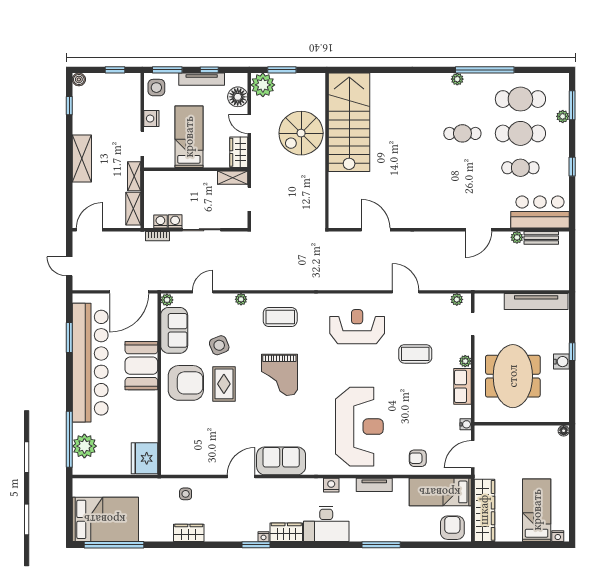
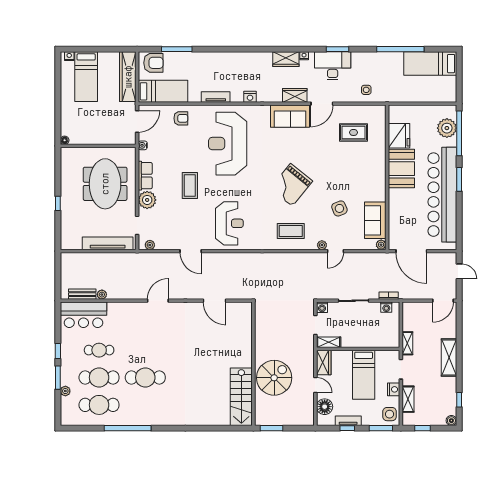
window: (282, 70) -> (272, 428), moved
tv unit: (202, 79) -> (348, 421), width x0.71
plant: (457, 79) -> (149, 421), removed
plant: (263, 85) -> (305, 416), removed
window: (572, 105) -> (58, 378), moved
stairs: (349, 122) -> (241, 397), width x0.73, depth x0.66
cafe table: (462, 133) -> (145, 378), width x1.37, depth x1.35
shelving: (133, 209) -> (408, 399), moved
washing machine: (175, 221) -> (322, 307), moved
door: (479, 230) -> (158, 301), moved
door: (129, 292) -> (411, 251), swing flipped
door: (203, 292) -> (335, 251), moved
tv unit: (536, 301) -> (108, 243), moved
reception desk: (357, 327) -> (229, 223), turned -90
window: (69, 338) -> (459, 179), moved
coffee table: (415, 354) -> (190, 186), moved, turned 90
plant: (465, 361) -> (147, 200), width x1.88, depth x1.88
water cooler: (561, 362) -> (66, 195), removed
booth: (141, 366) -> (401, 169), moved
grand piano: (279, 375) -> (291, 185), turned -141
armchair: (186, 383) -> (366, 178), removed
rug: (224, 384) -> (354, 132), moved, turned 90
fridge: (145, 458) -> (399, 136), moved
bed: (105, 519) -> (430, 64), width x0.67
desk: (326, 524) -> (333, 66), moved
armchair: (452, 528) -> (153, 63), turned -90
wardrobe: (189, 533) -> (295, 95), moved, turned 180
window: (114, 545) -> (400, 49), moved
window: (256, 545) -> (338, 49), moved
window: (381, 545) -> (177, 49), moved

